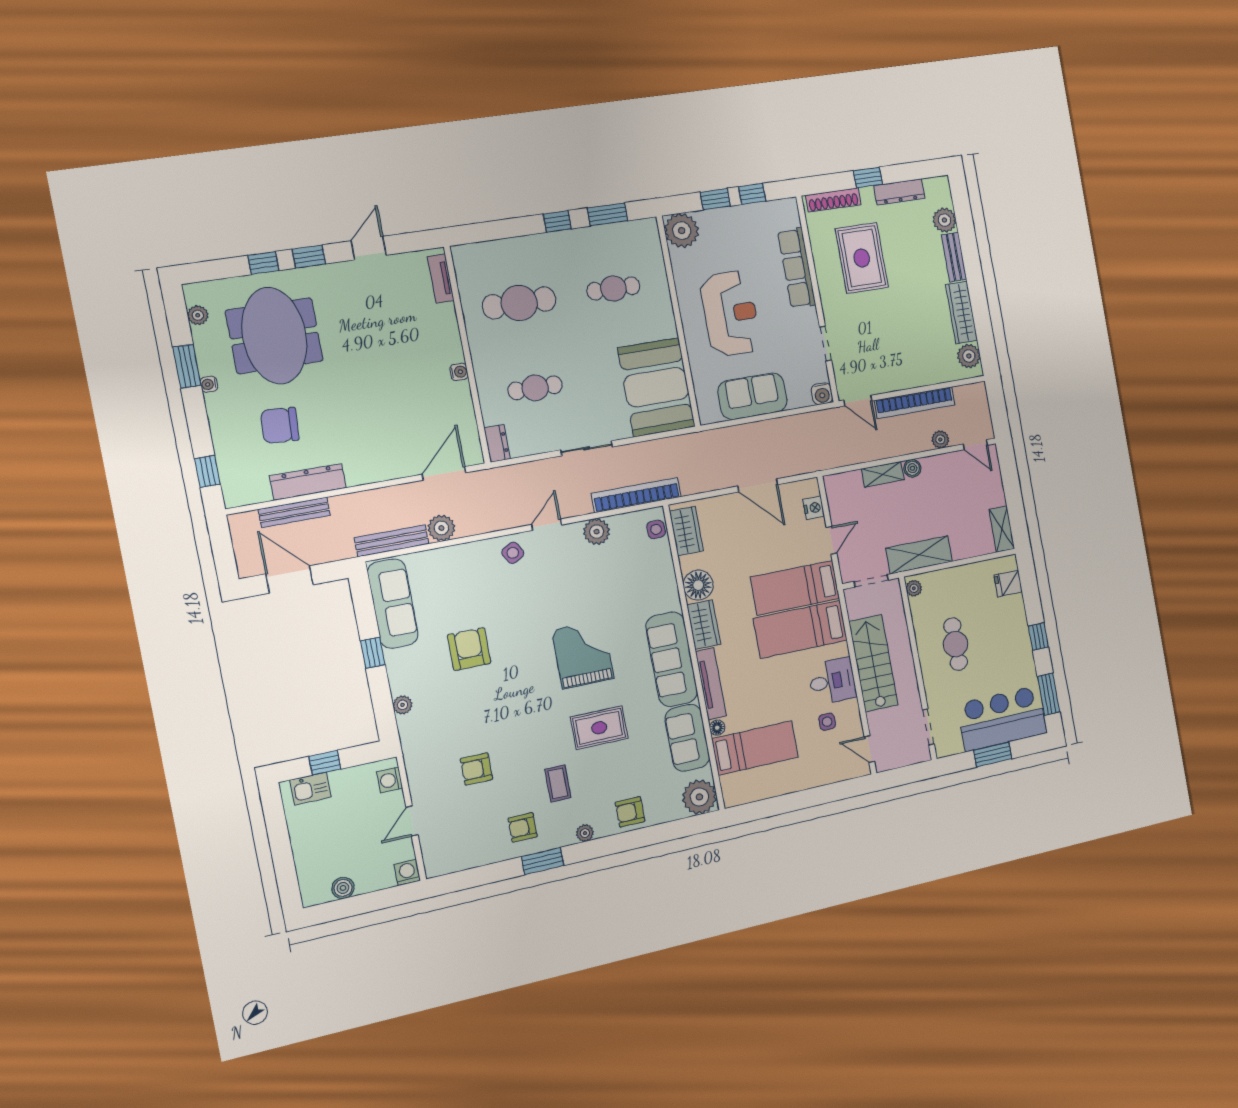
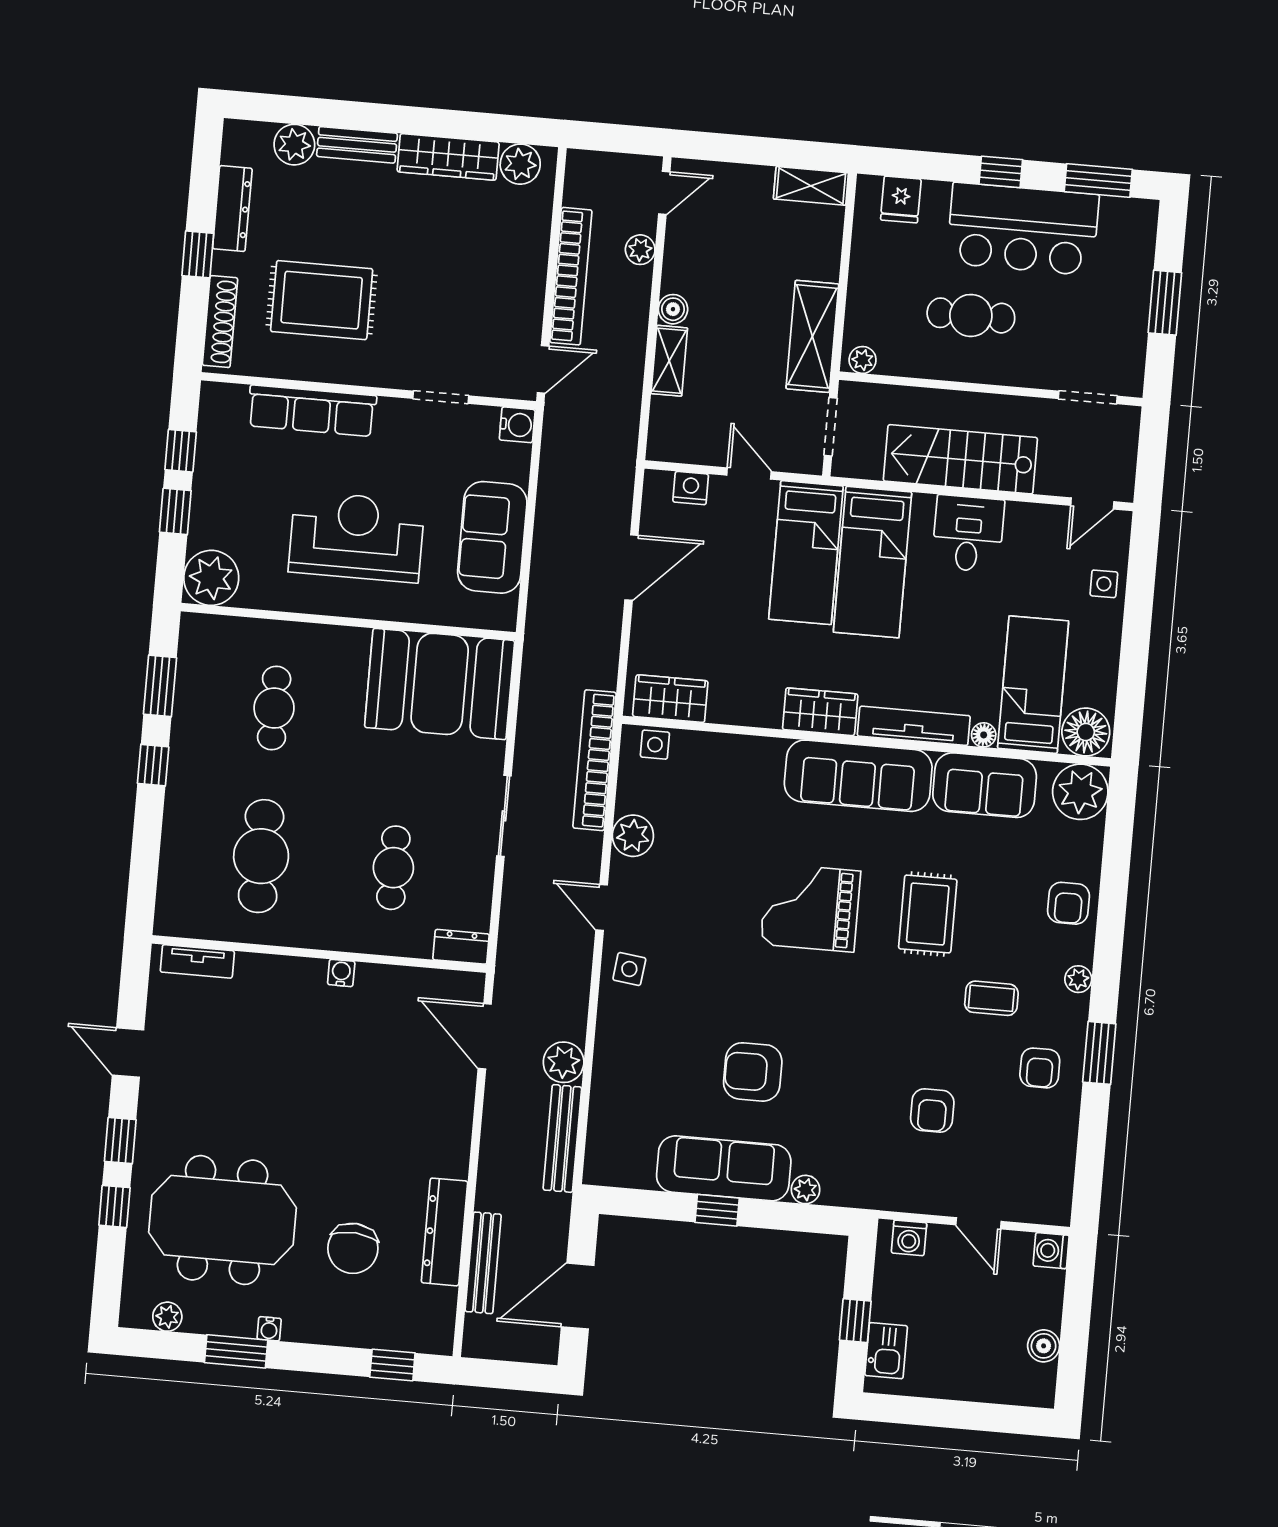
side table: (513, 553) -> (629, 969), turned 37
floor lamp: (698, 585) -> (1086, 732), moved
sofa: (393, 604) -> (724, 1168), moved
bar counter: (1002, 718) -> (1023, 229), moved, turned -90
side table: (827, 722) -> (1104, 584), moved

